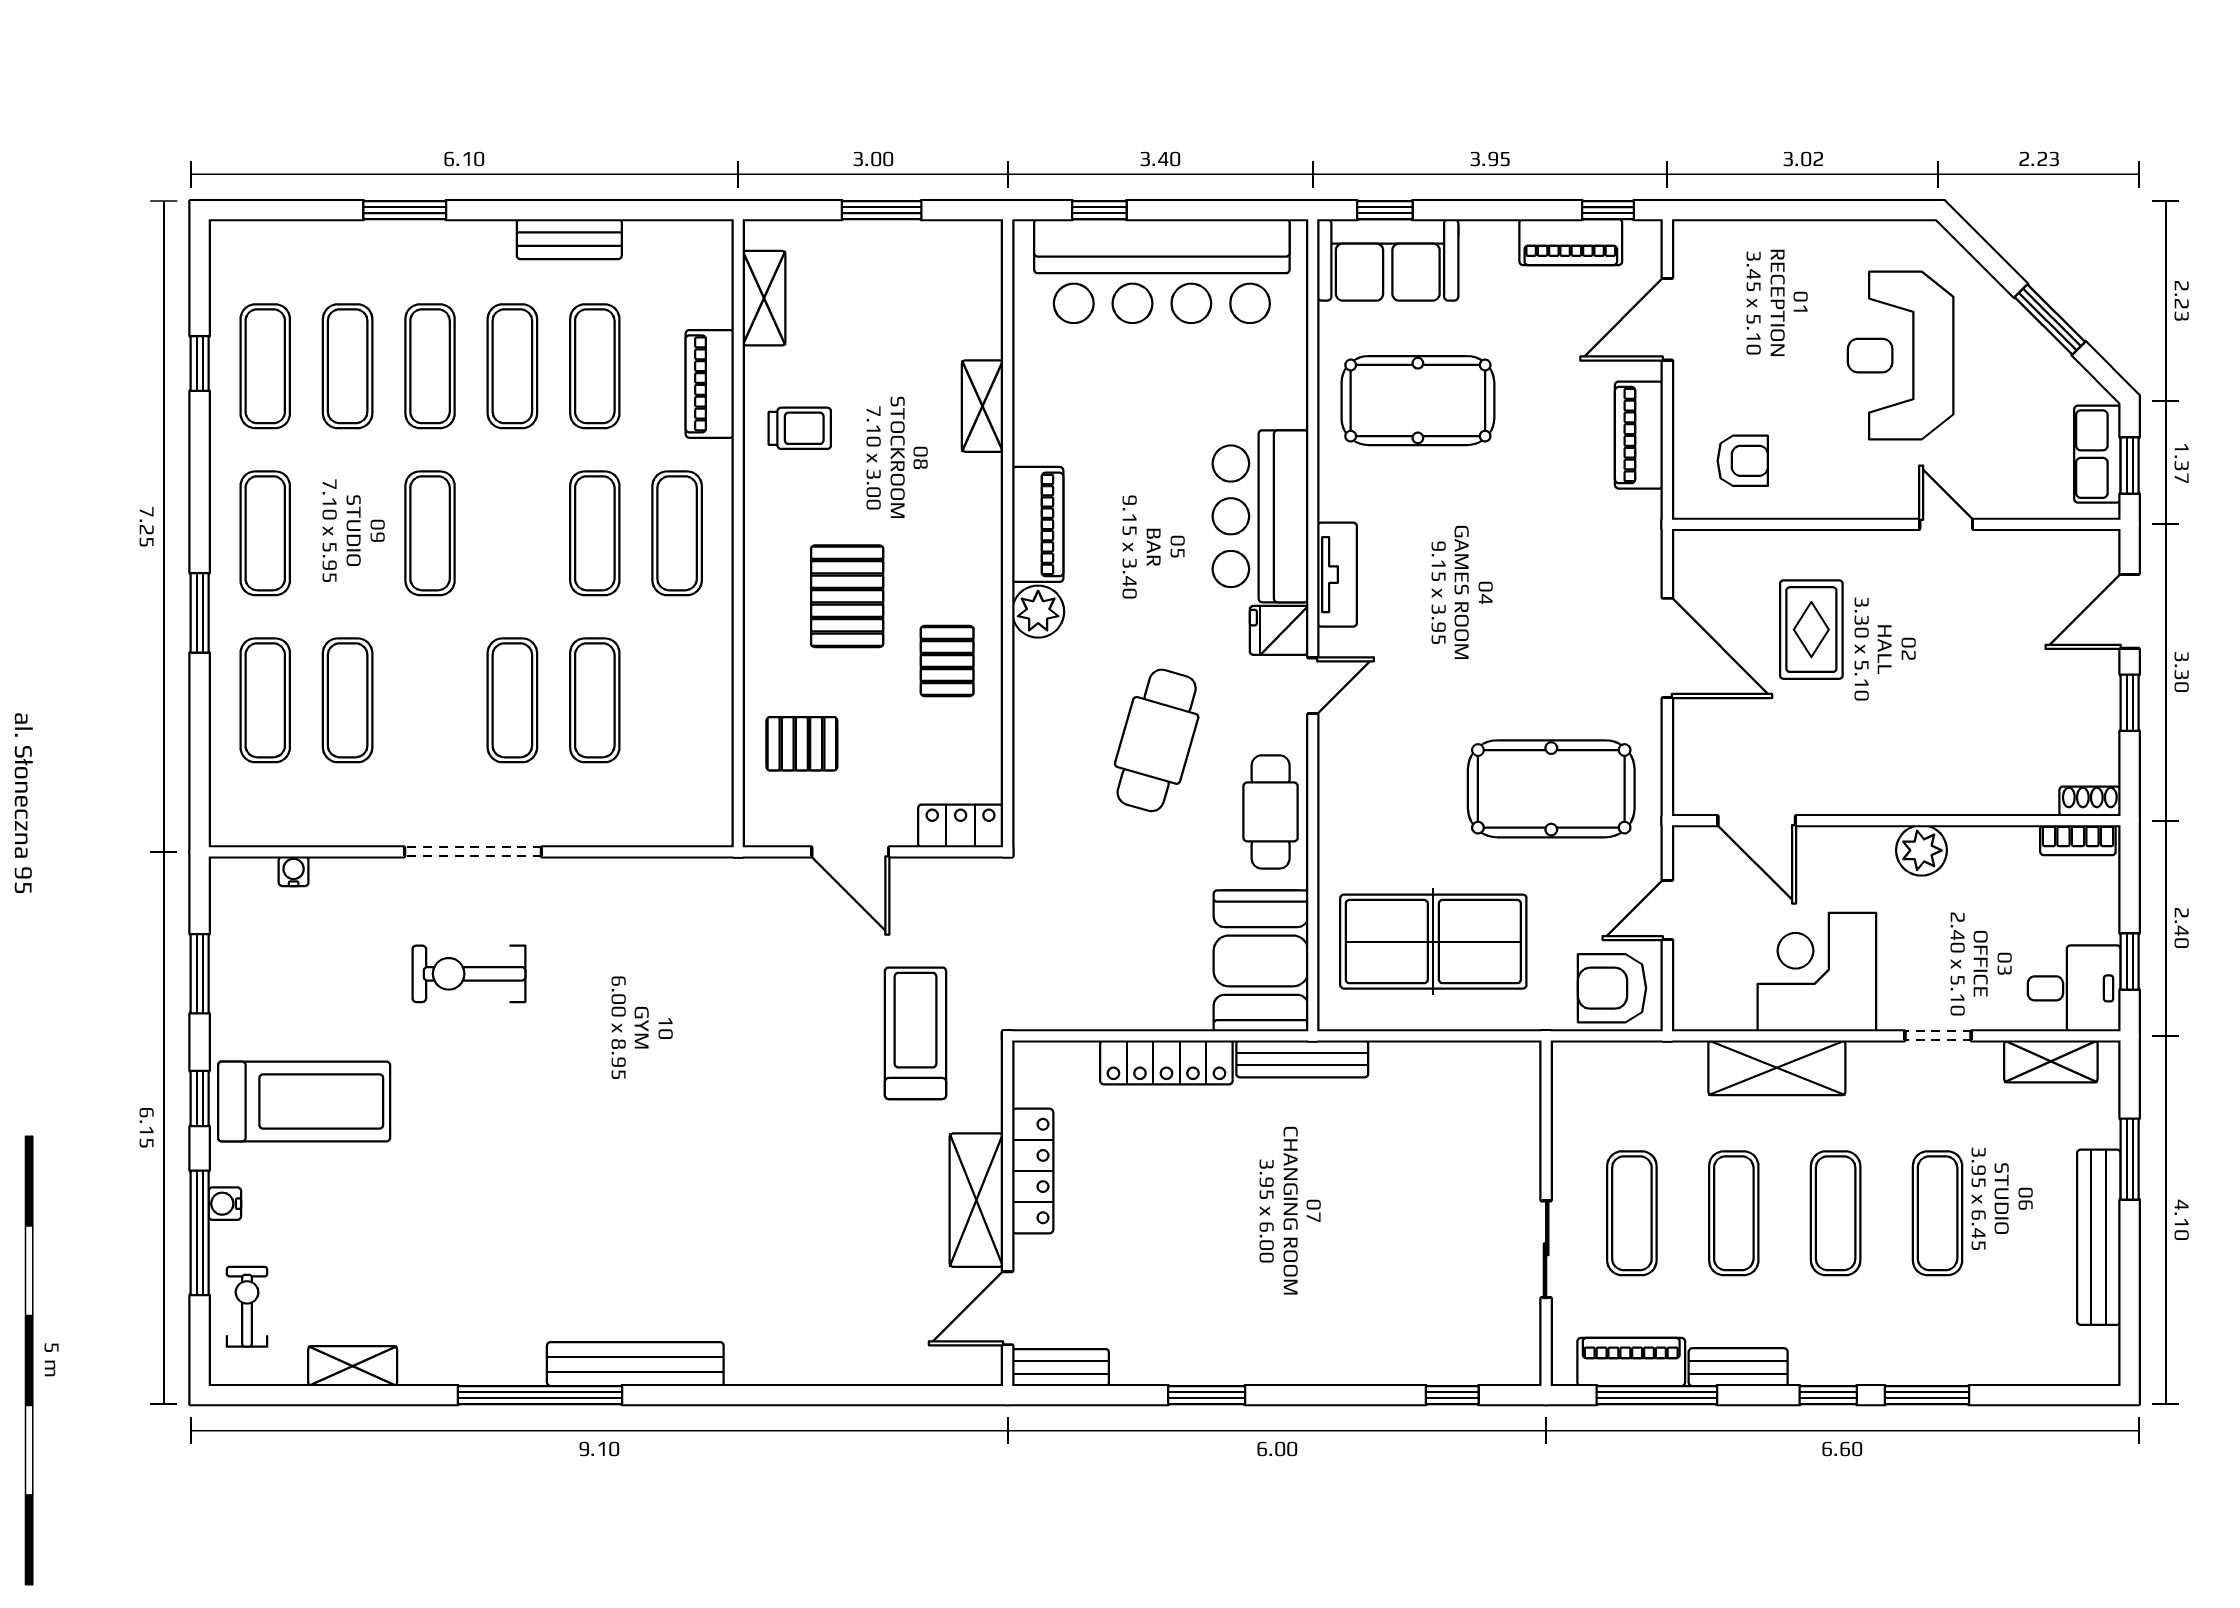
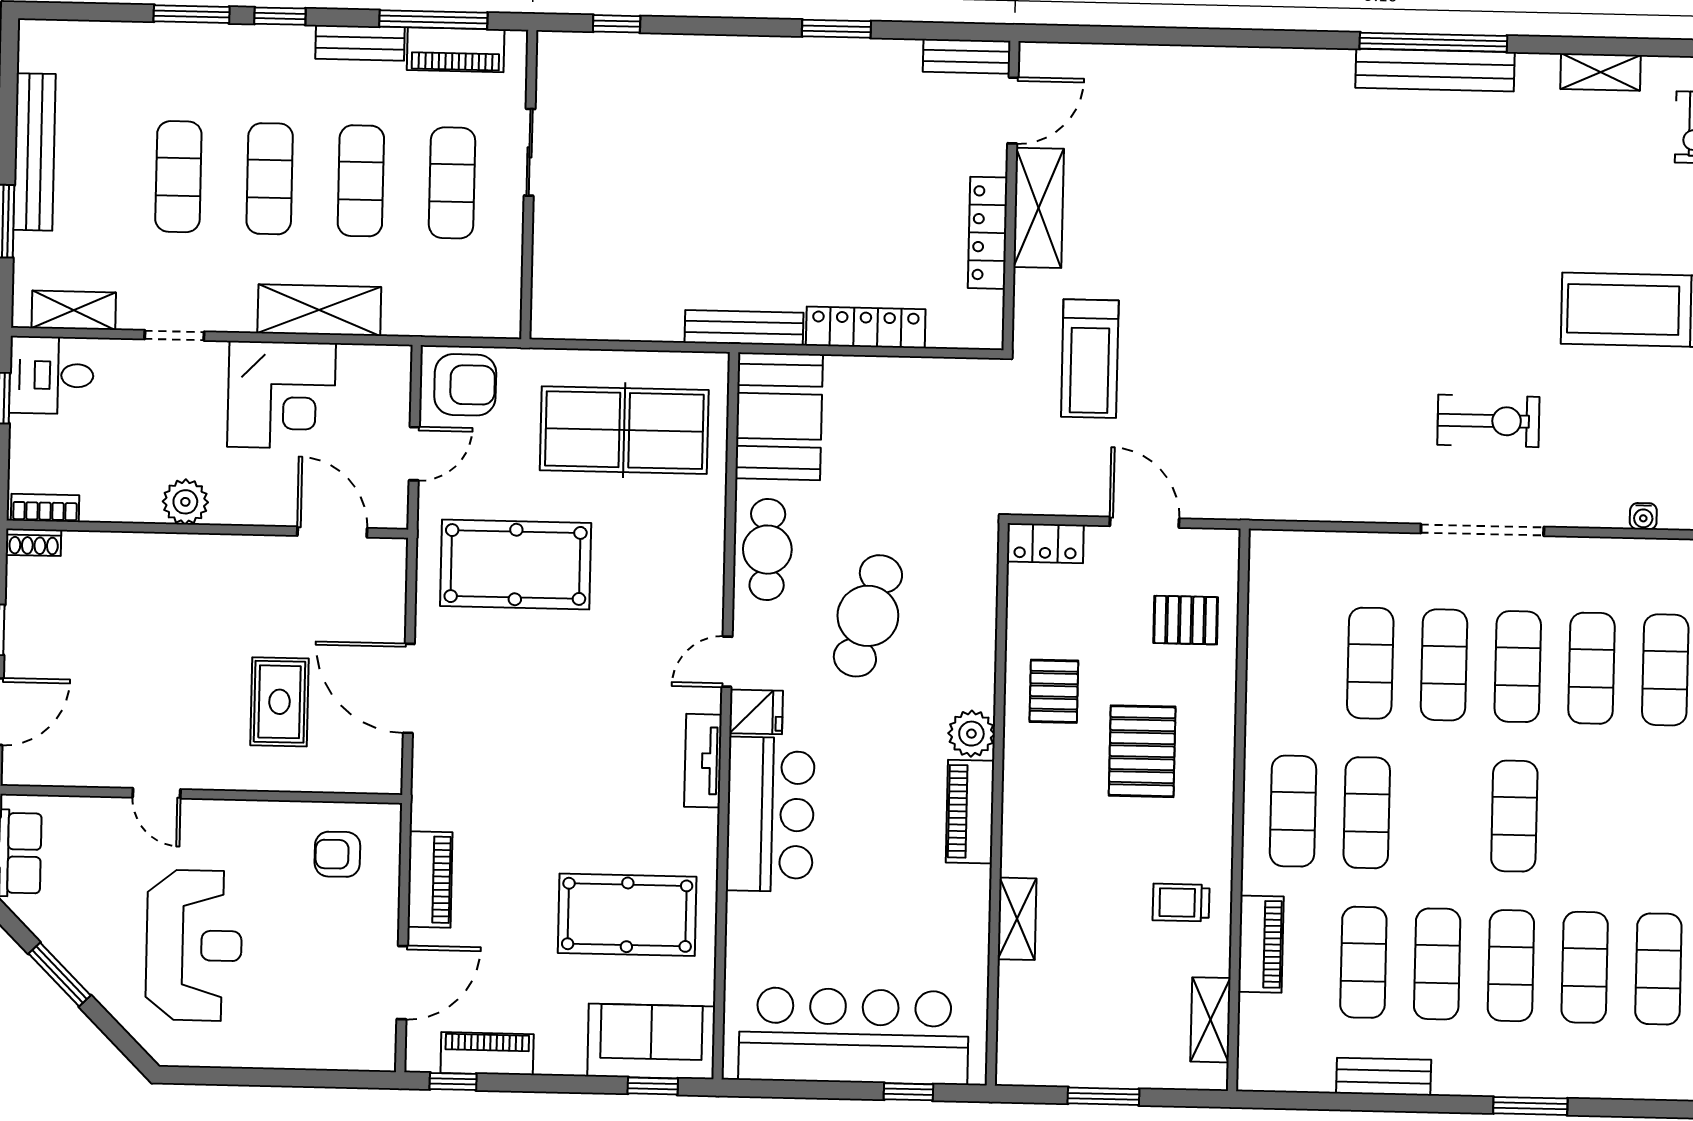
exercise mat: (265, 533) -> (1518, 667), moved
bench: (635, 1364) -> (1435, 70), moved

